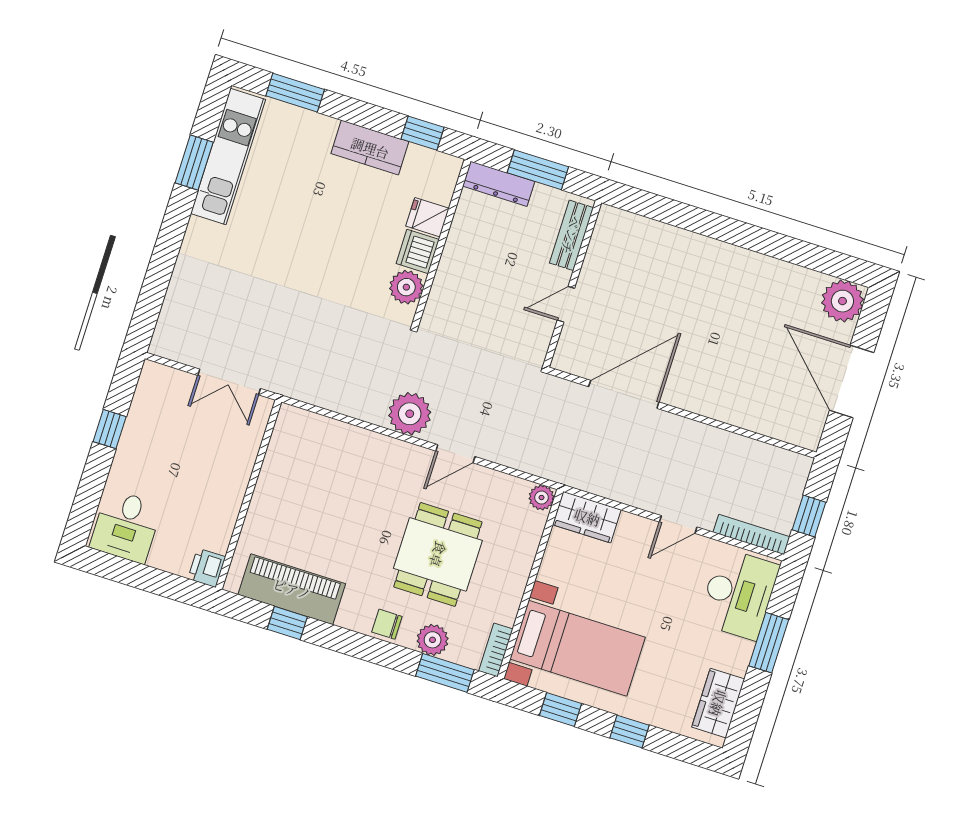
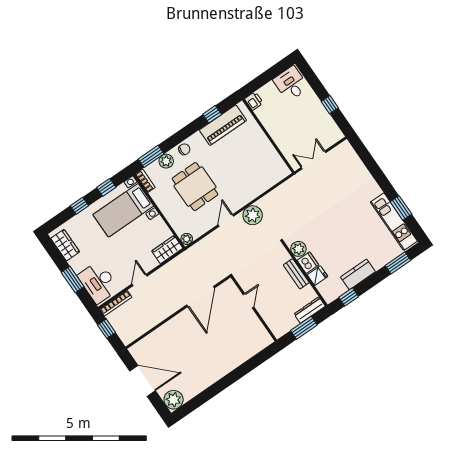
bench: (571, 235) -> (296, 274), moved

